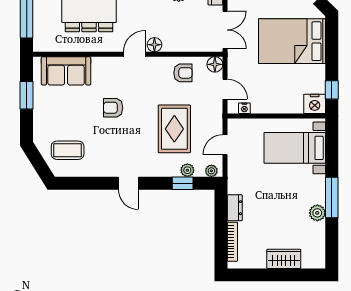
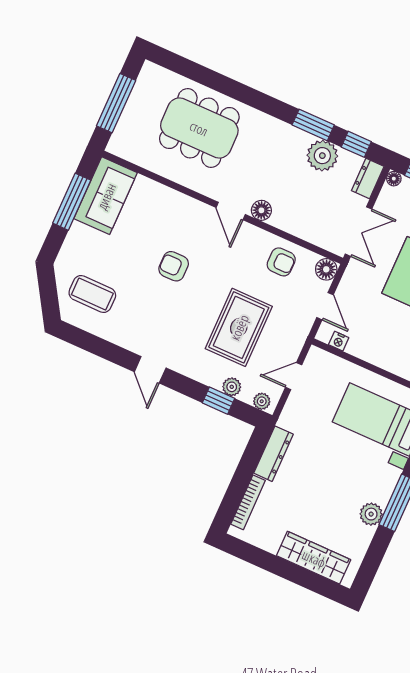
door: (134, 54) -> (231, 211), swing flipped
sofa: (66, 71) -> (106, 196), moved, turned -90
window: (27, 95) -> (72, 202), width x1.44
dresser: (235, 208) -> (273, 454), width x1.44
wardrobe: (284, 259) -> (314, 558), width x1.50

